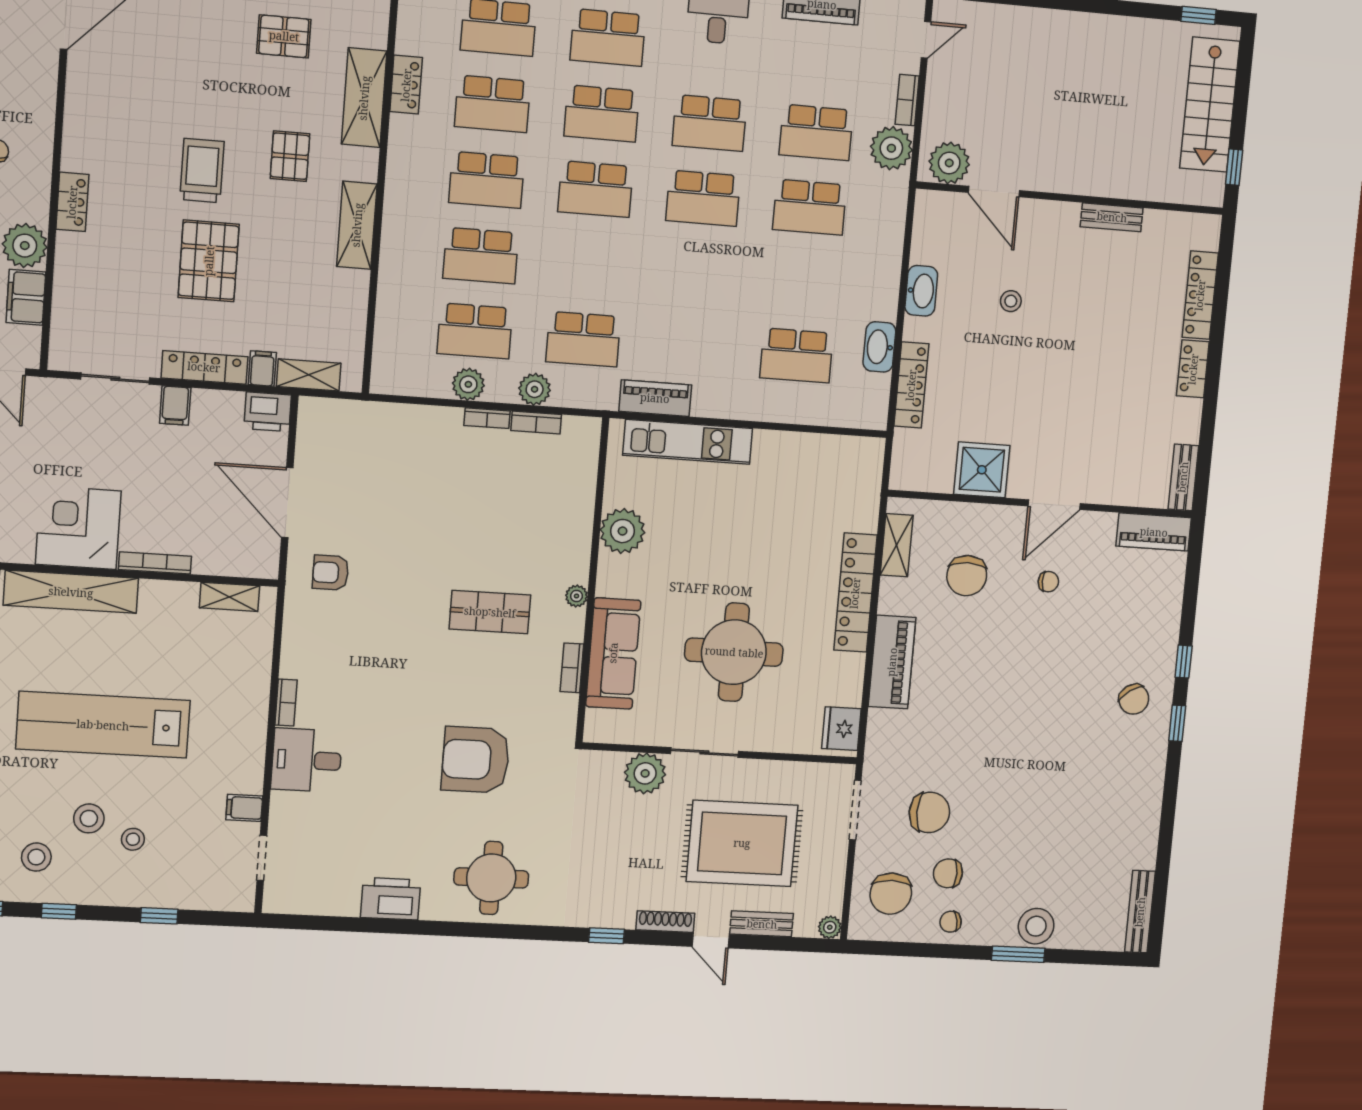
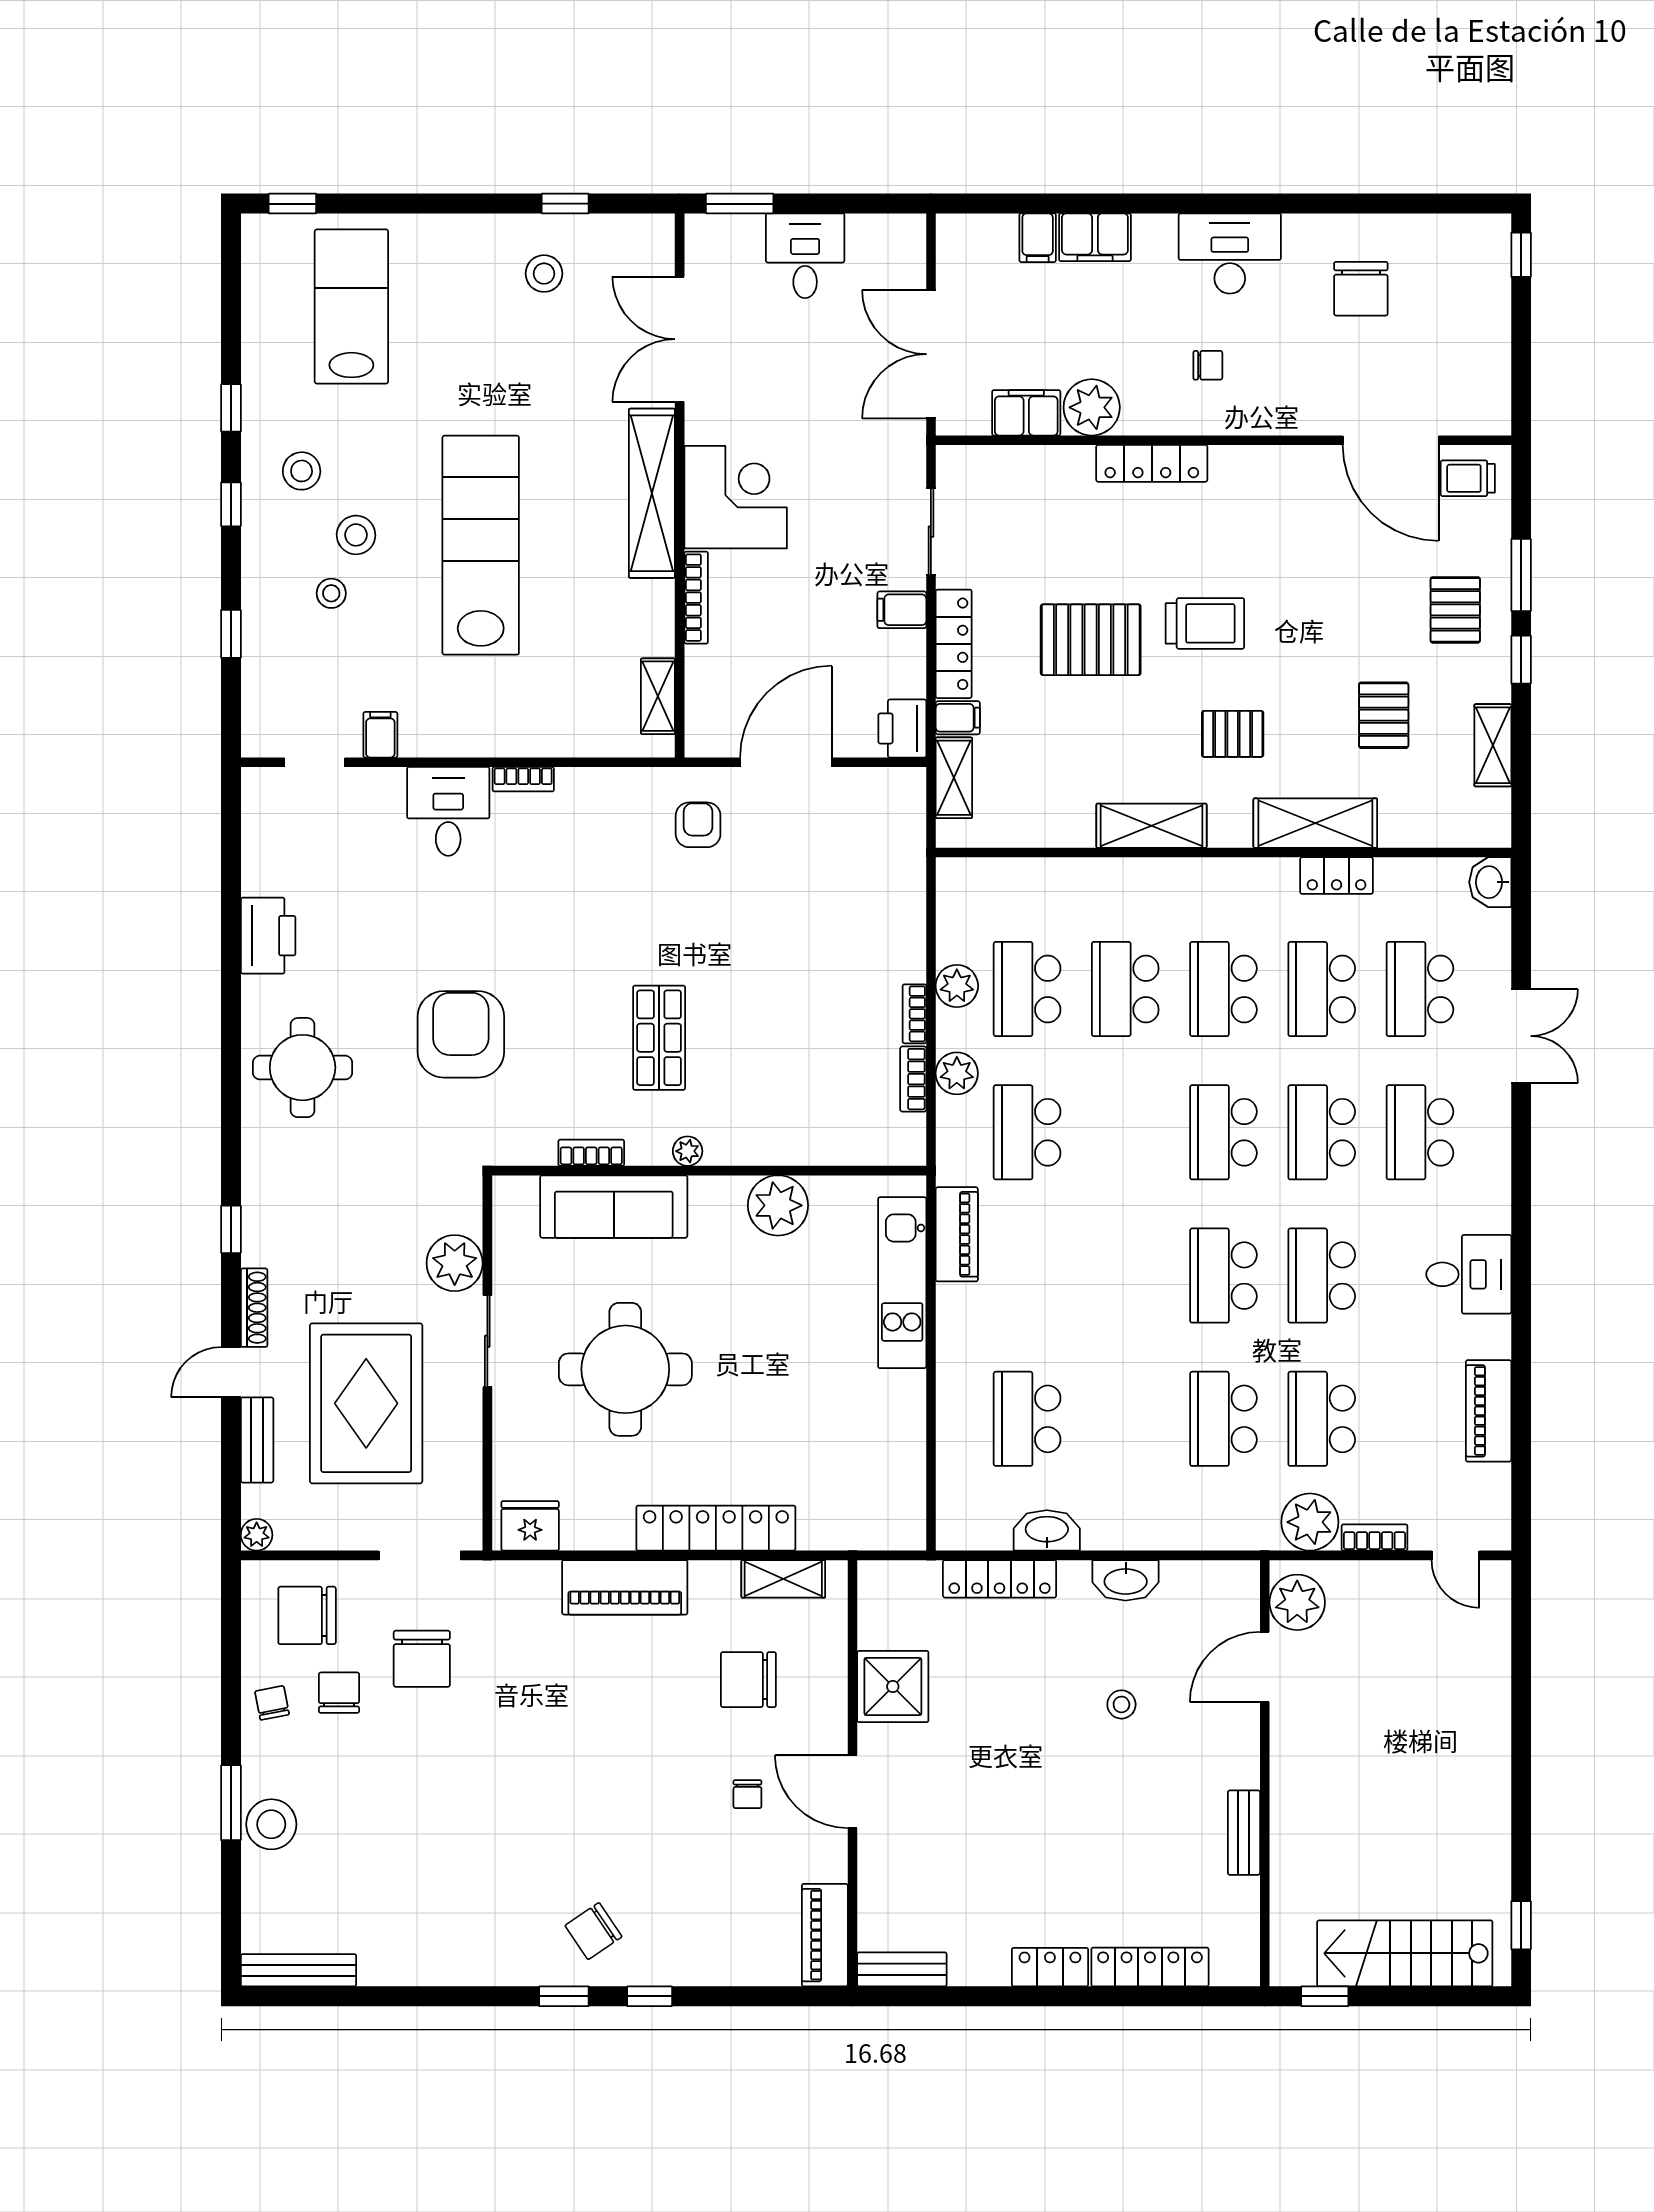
locker: (72, 202) -> (1152, 463), width x1.53

